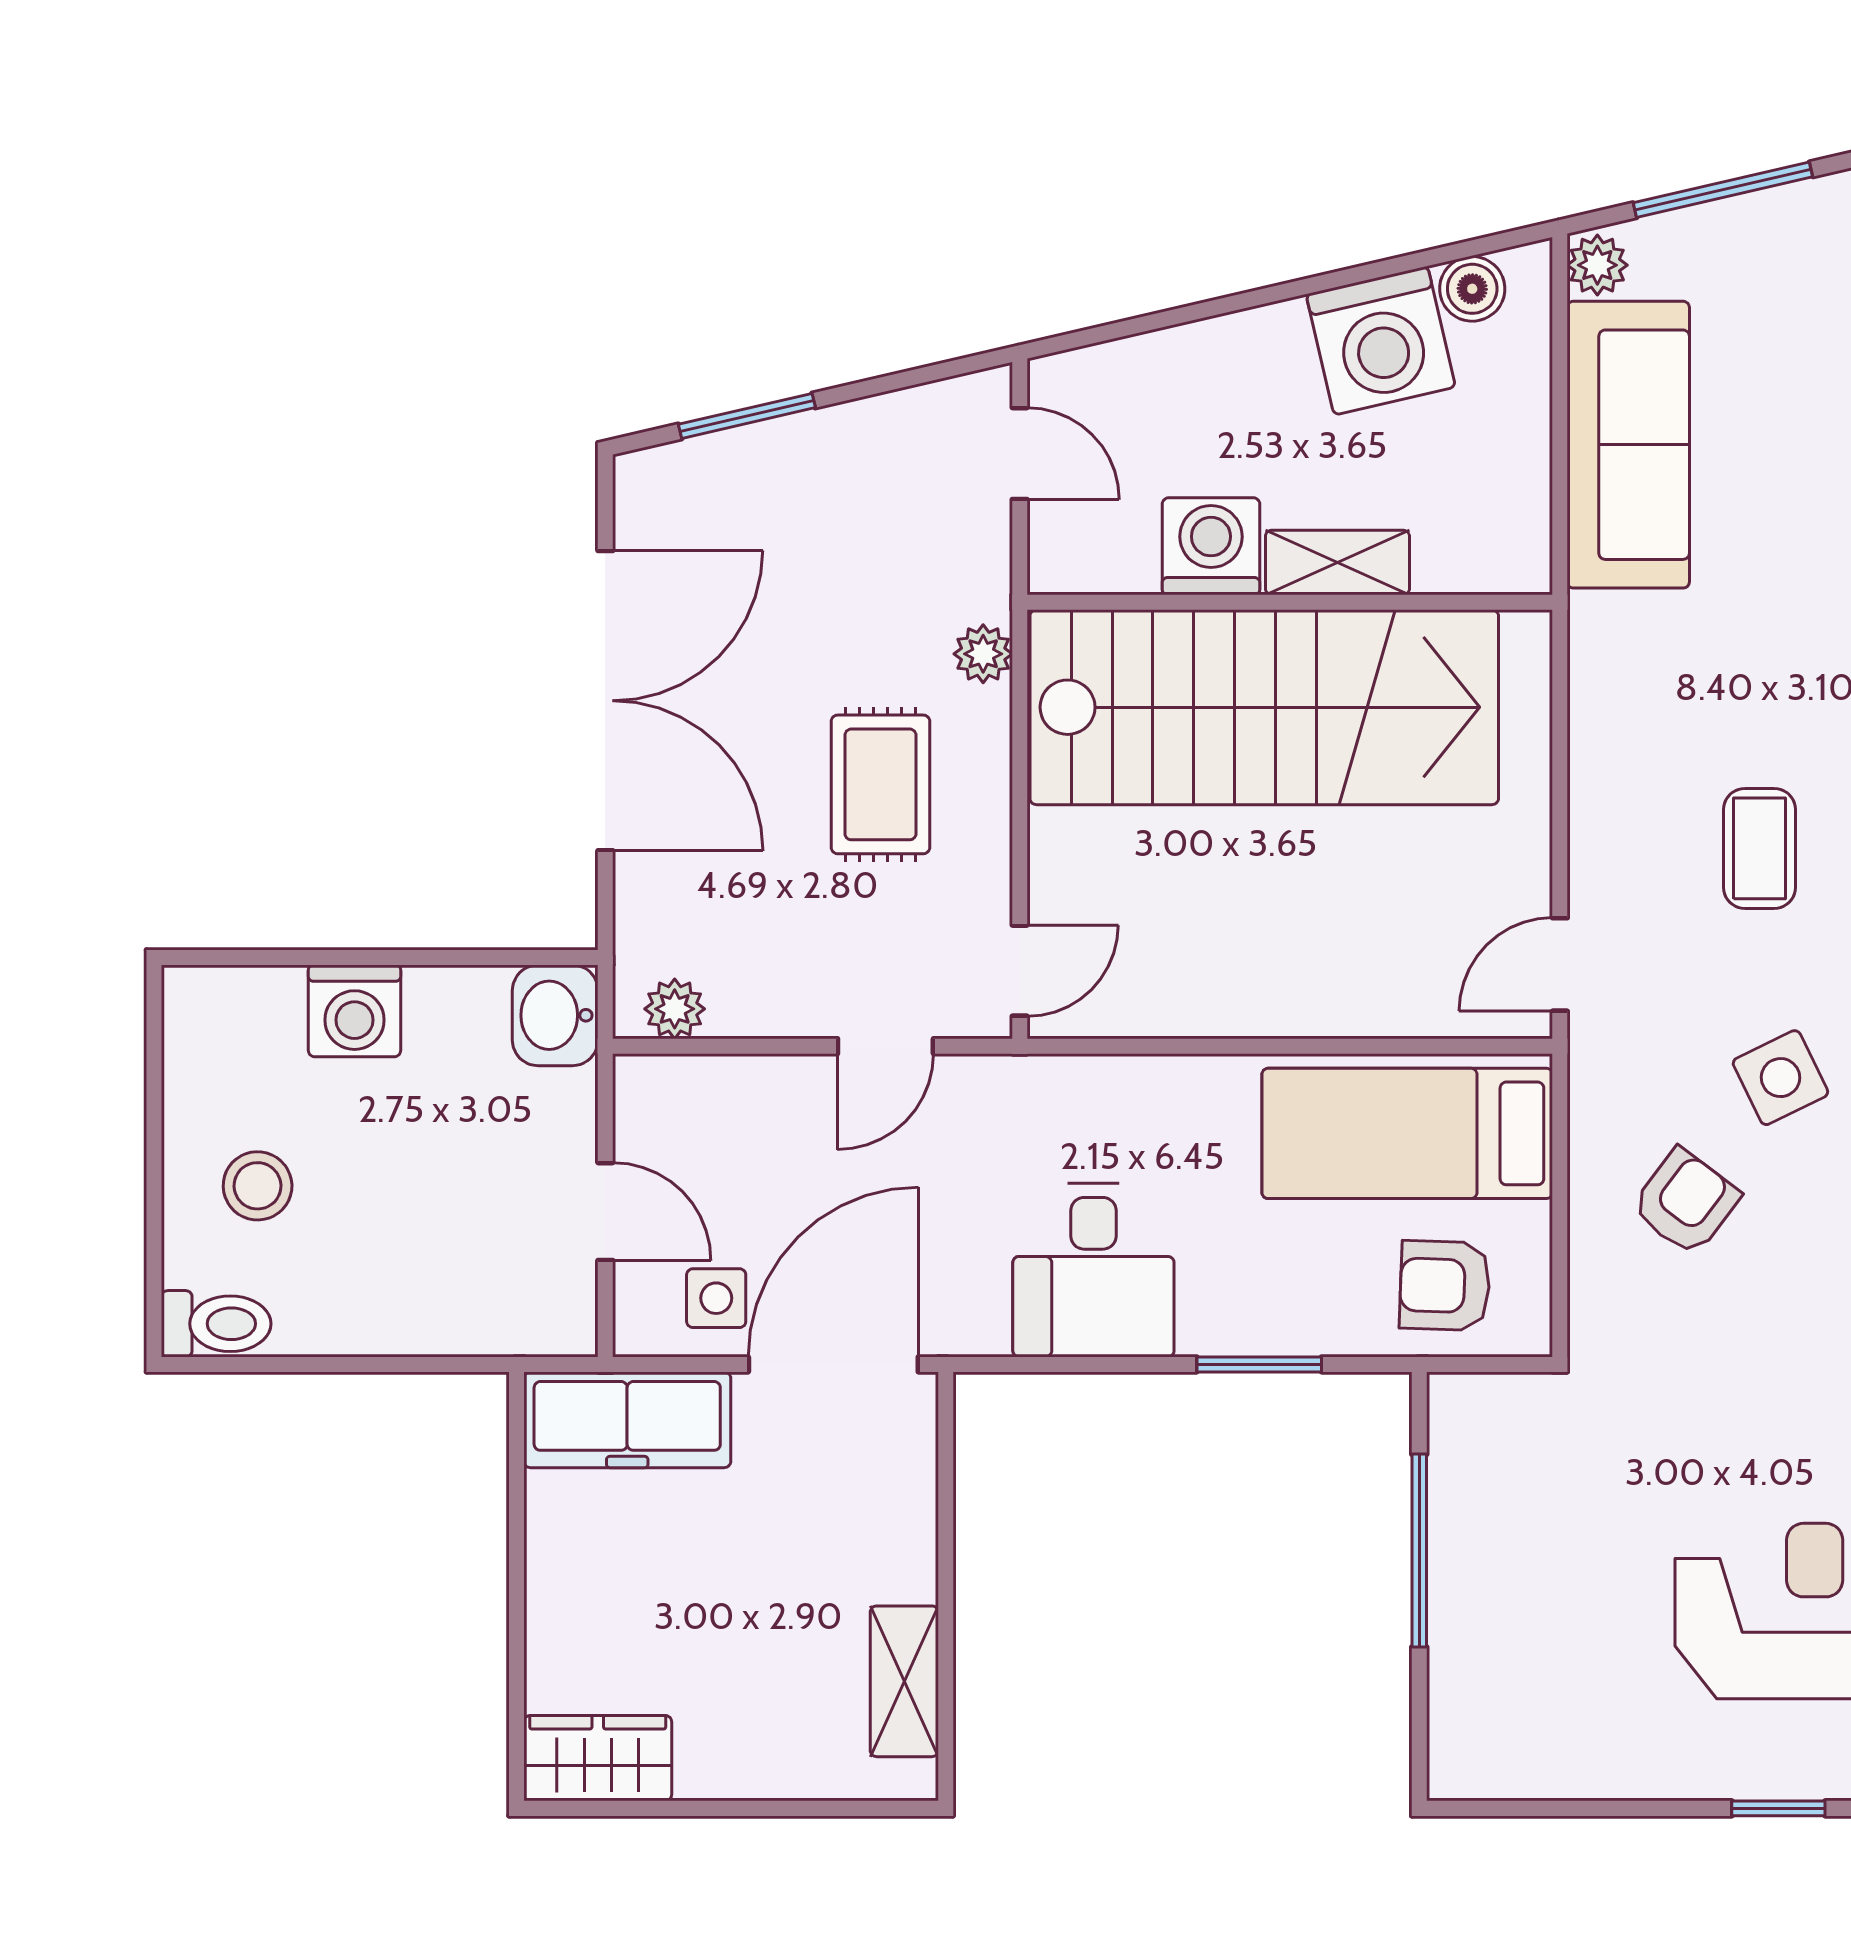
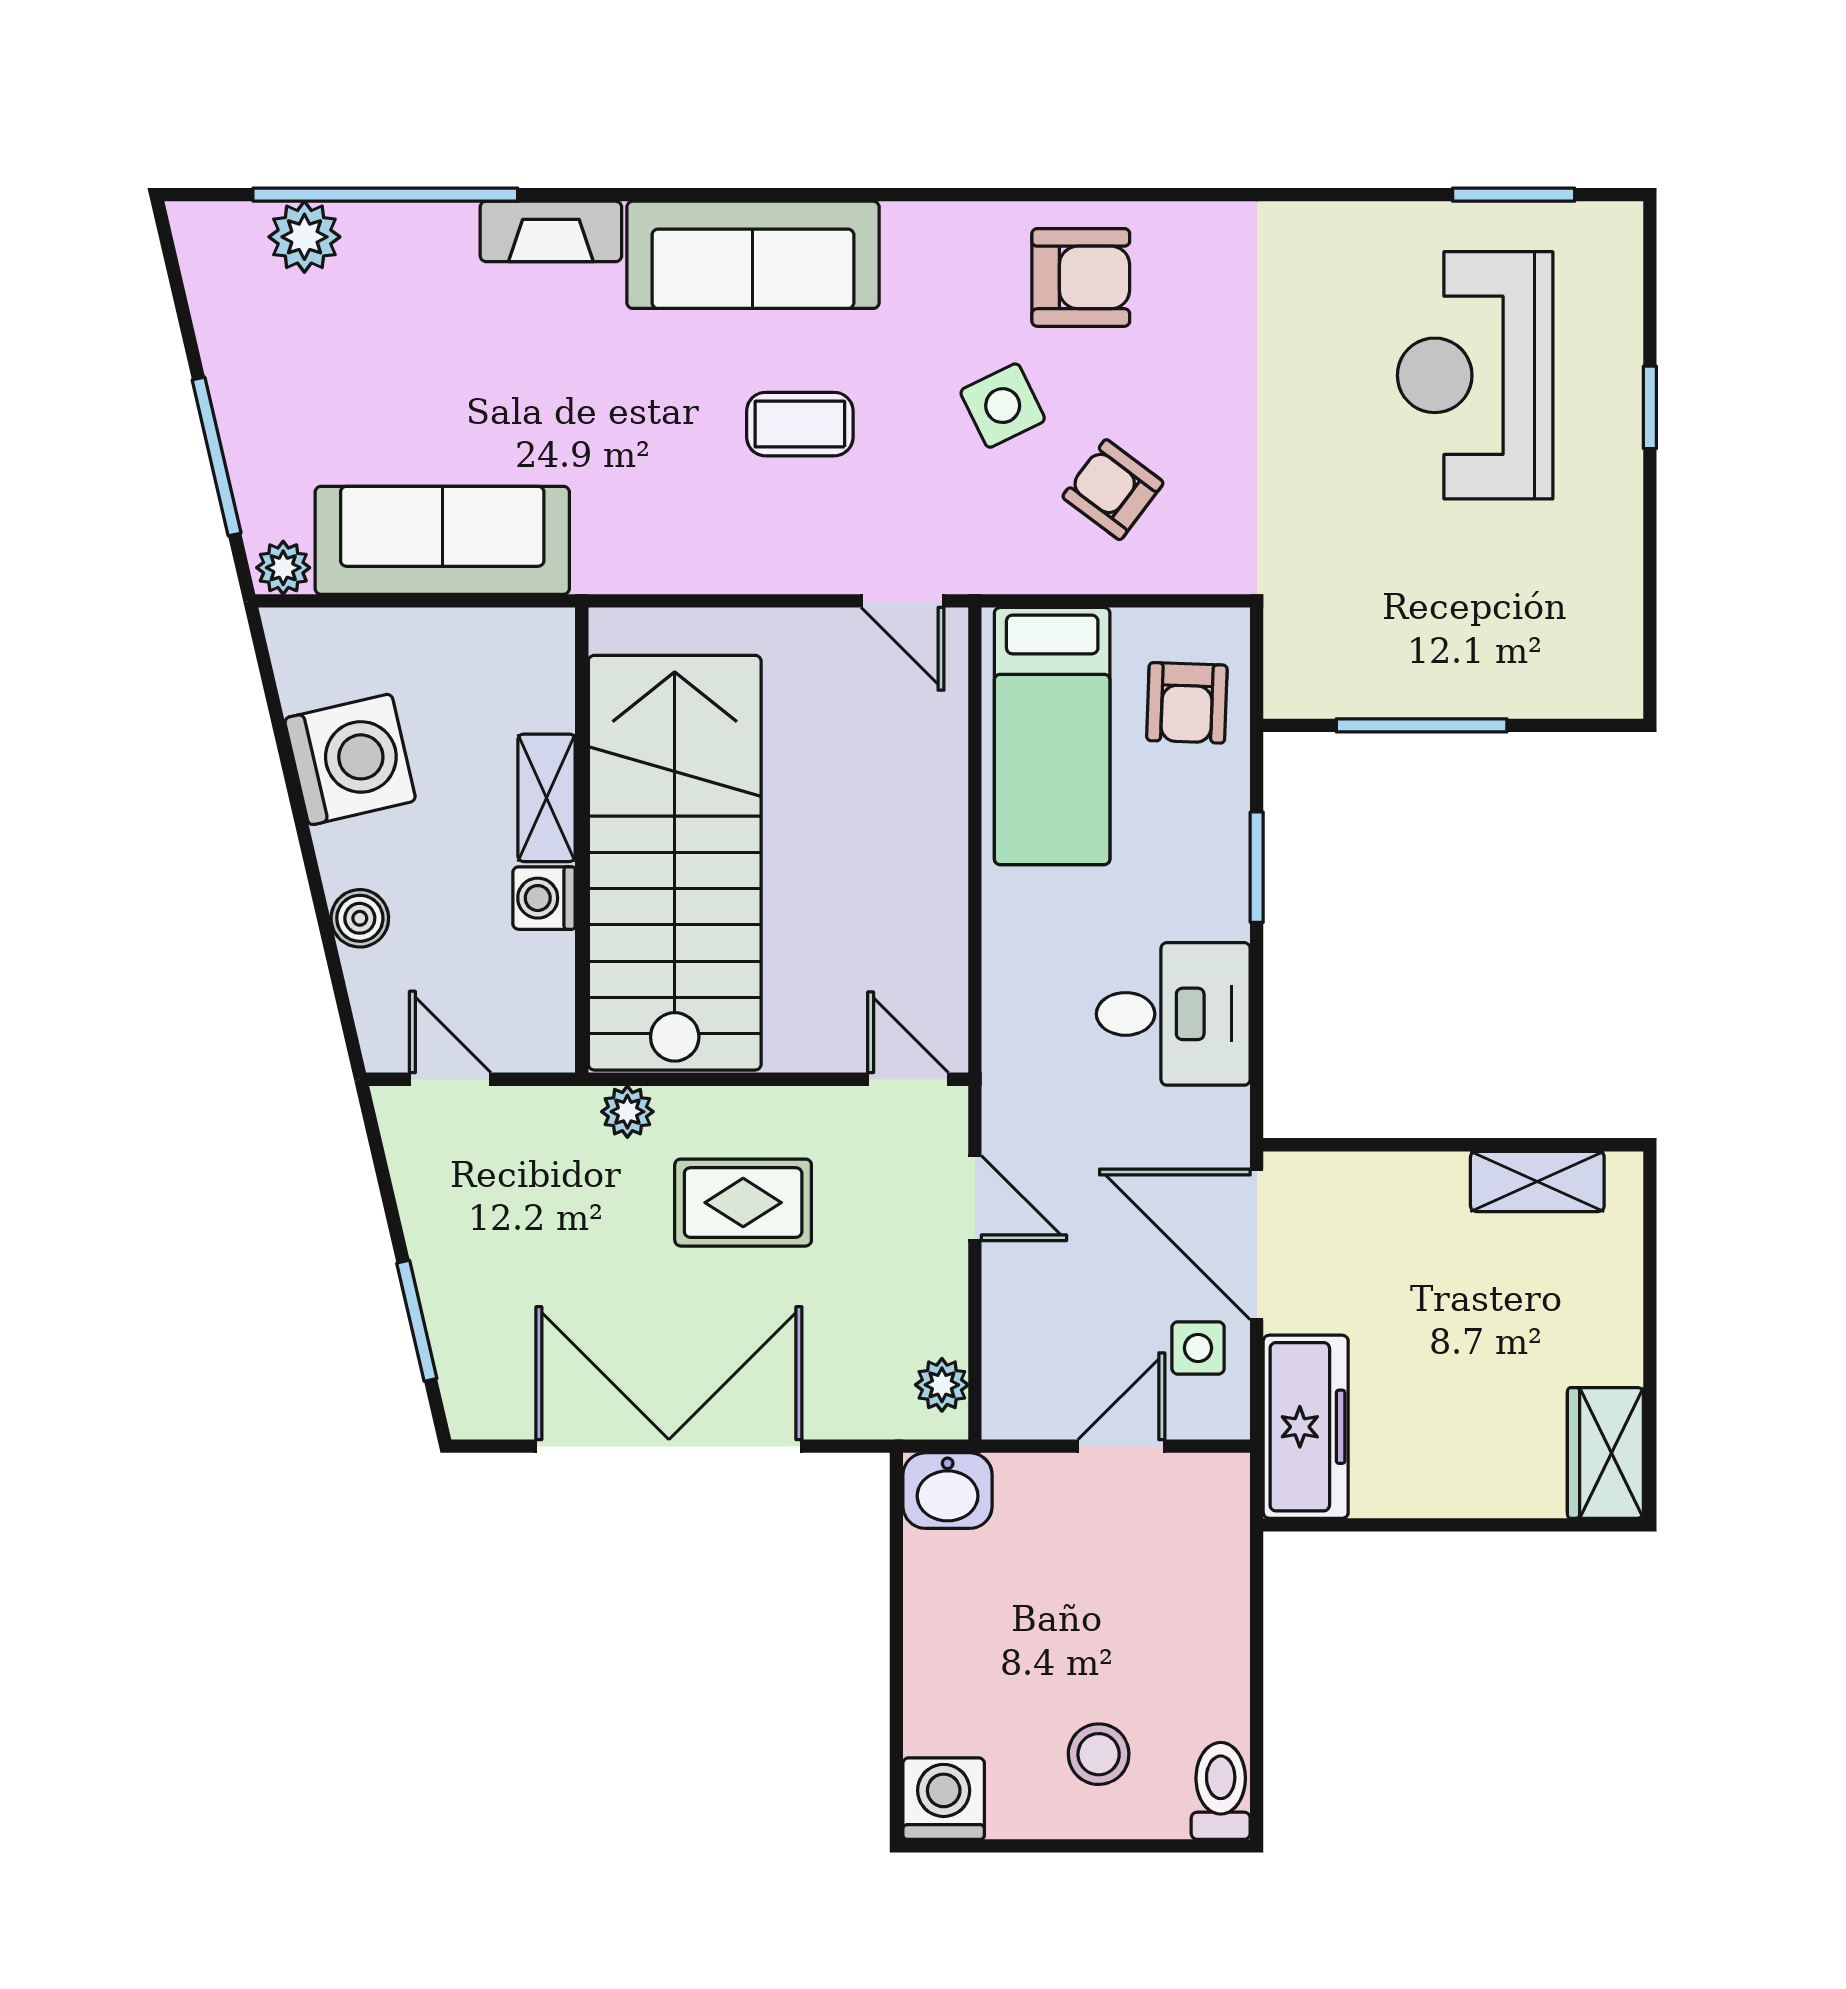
boiler: (1472, 289) -> (360, 918), moved
door: (1020, 454) -> (450, 1079), hinge flipped
washing machine: (1211, 546) -> (544, 898), width x0.73, depth x0.73
washing machine: (355, 1011) -> (944, 1799), moved, turned -90

